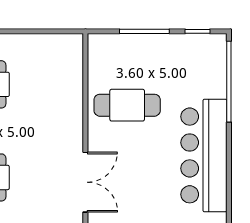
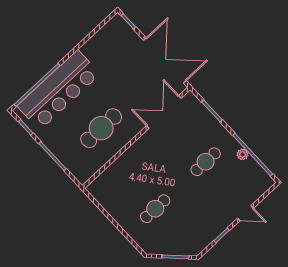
cafe table: (127, 105) -> (101, 128), turned 90
bar counter: (204, 155) -> (59, 90), moved

